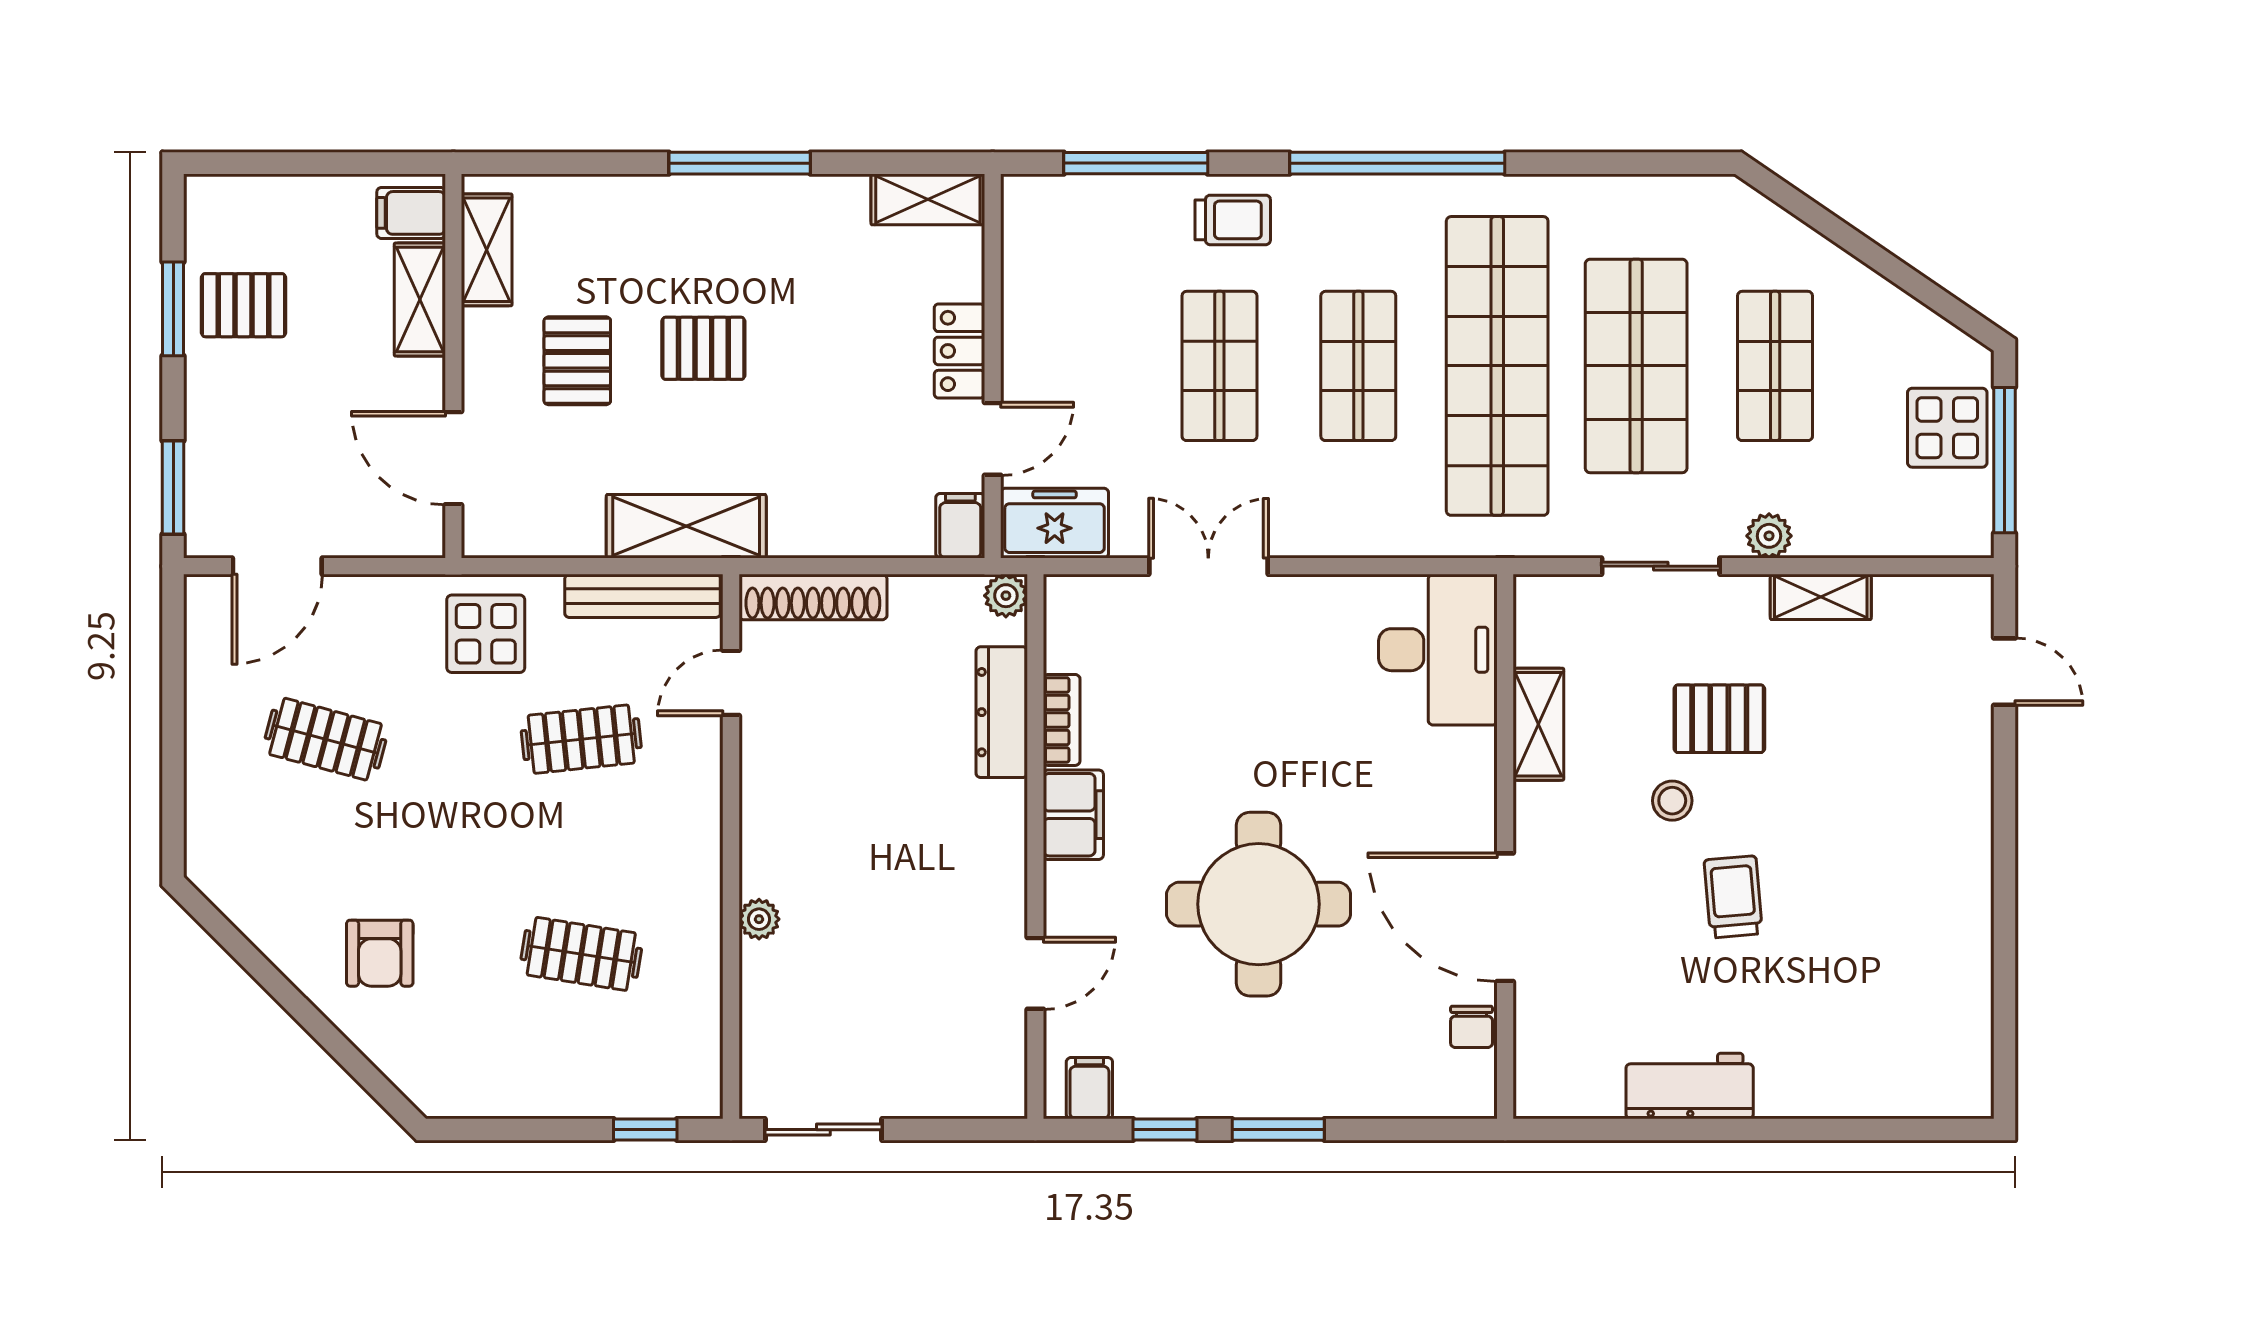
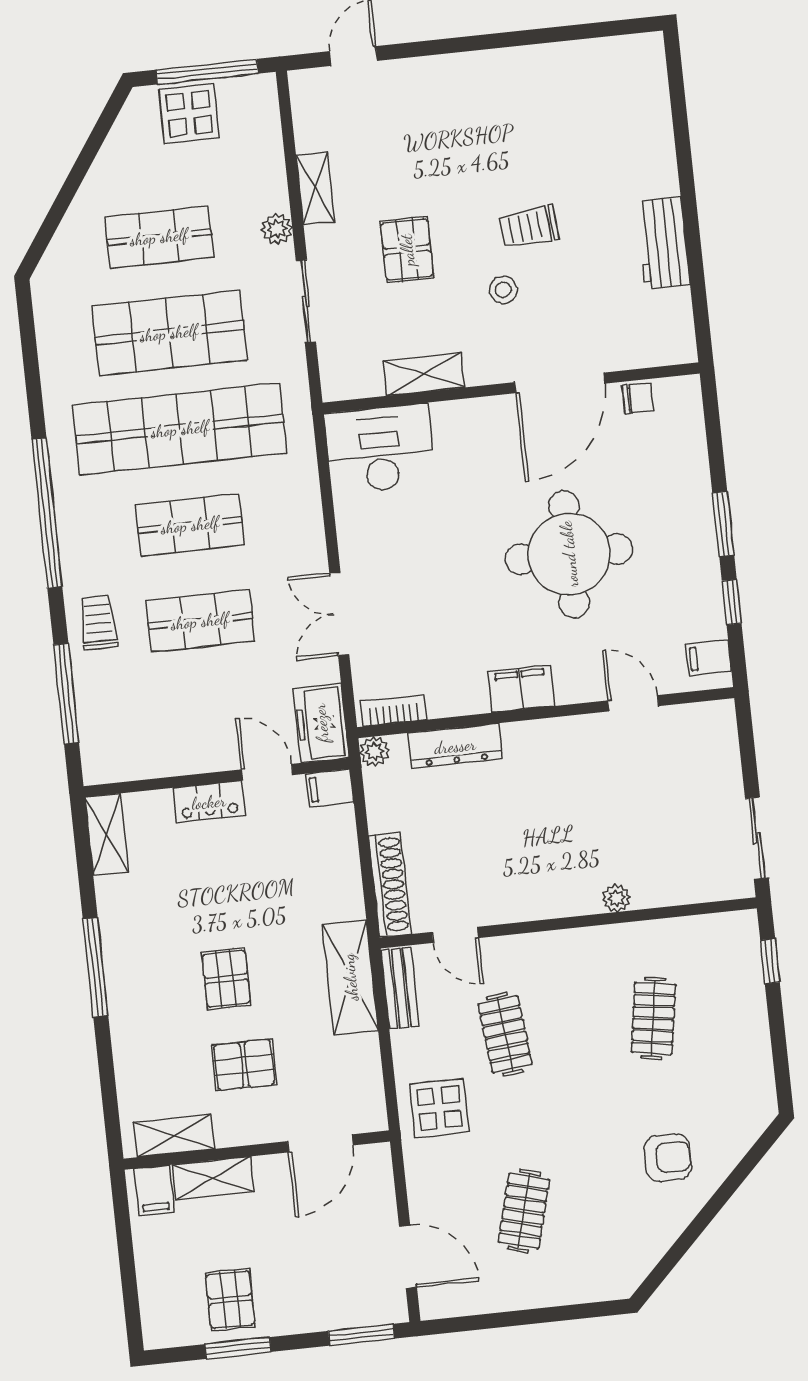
bench: (643, 596) -> (400, 988), width x0.73
bookcase: (1062, 720) -> (393, 711), moved
stool: (1672, 801) -> (503, 290), moved

